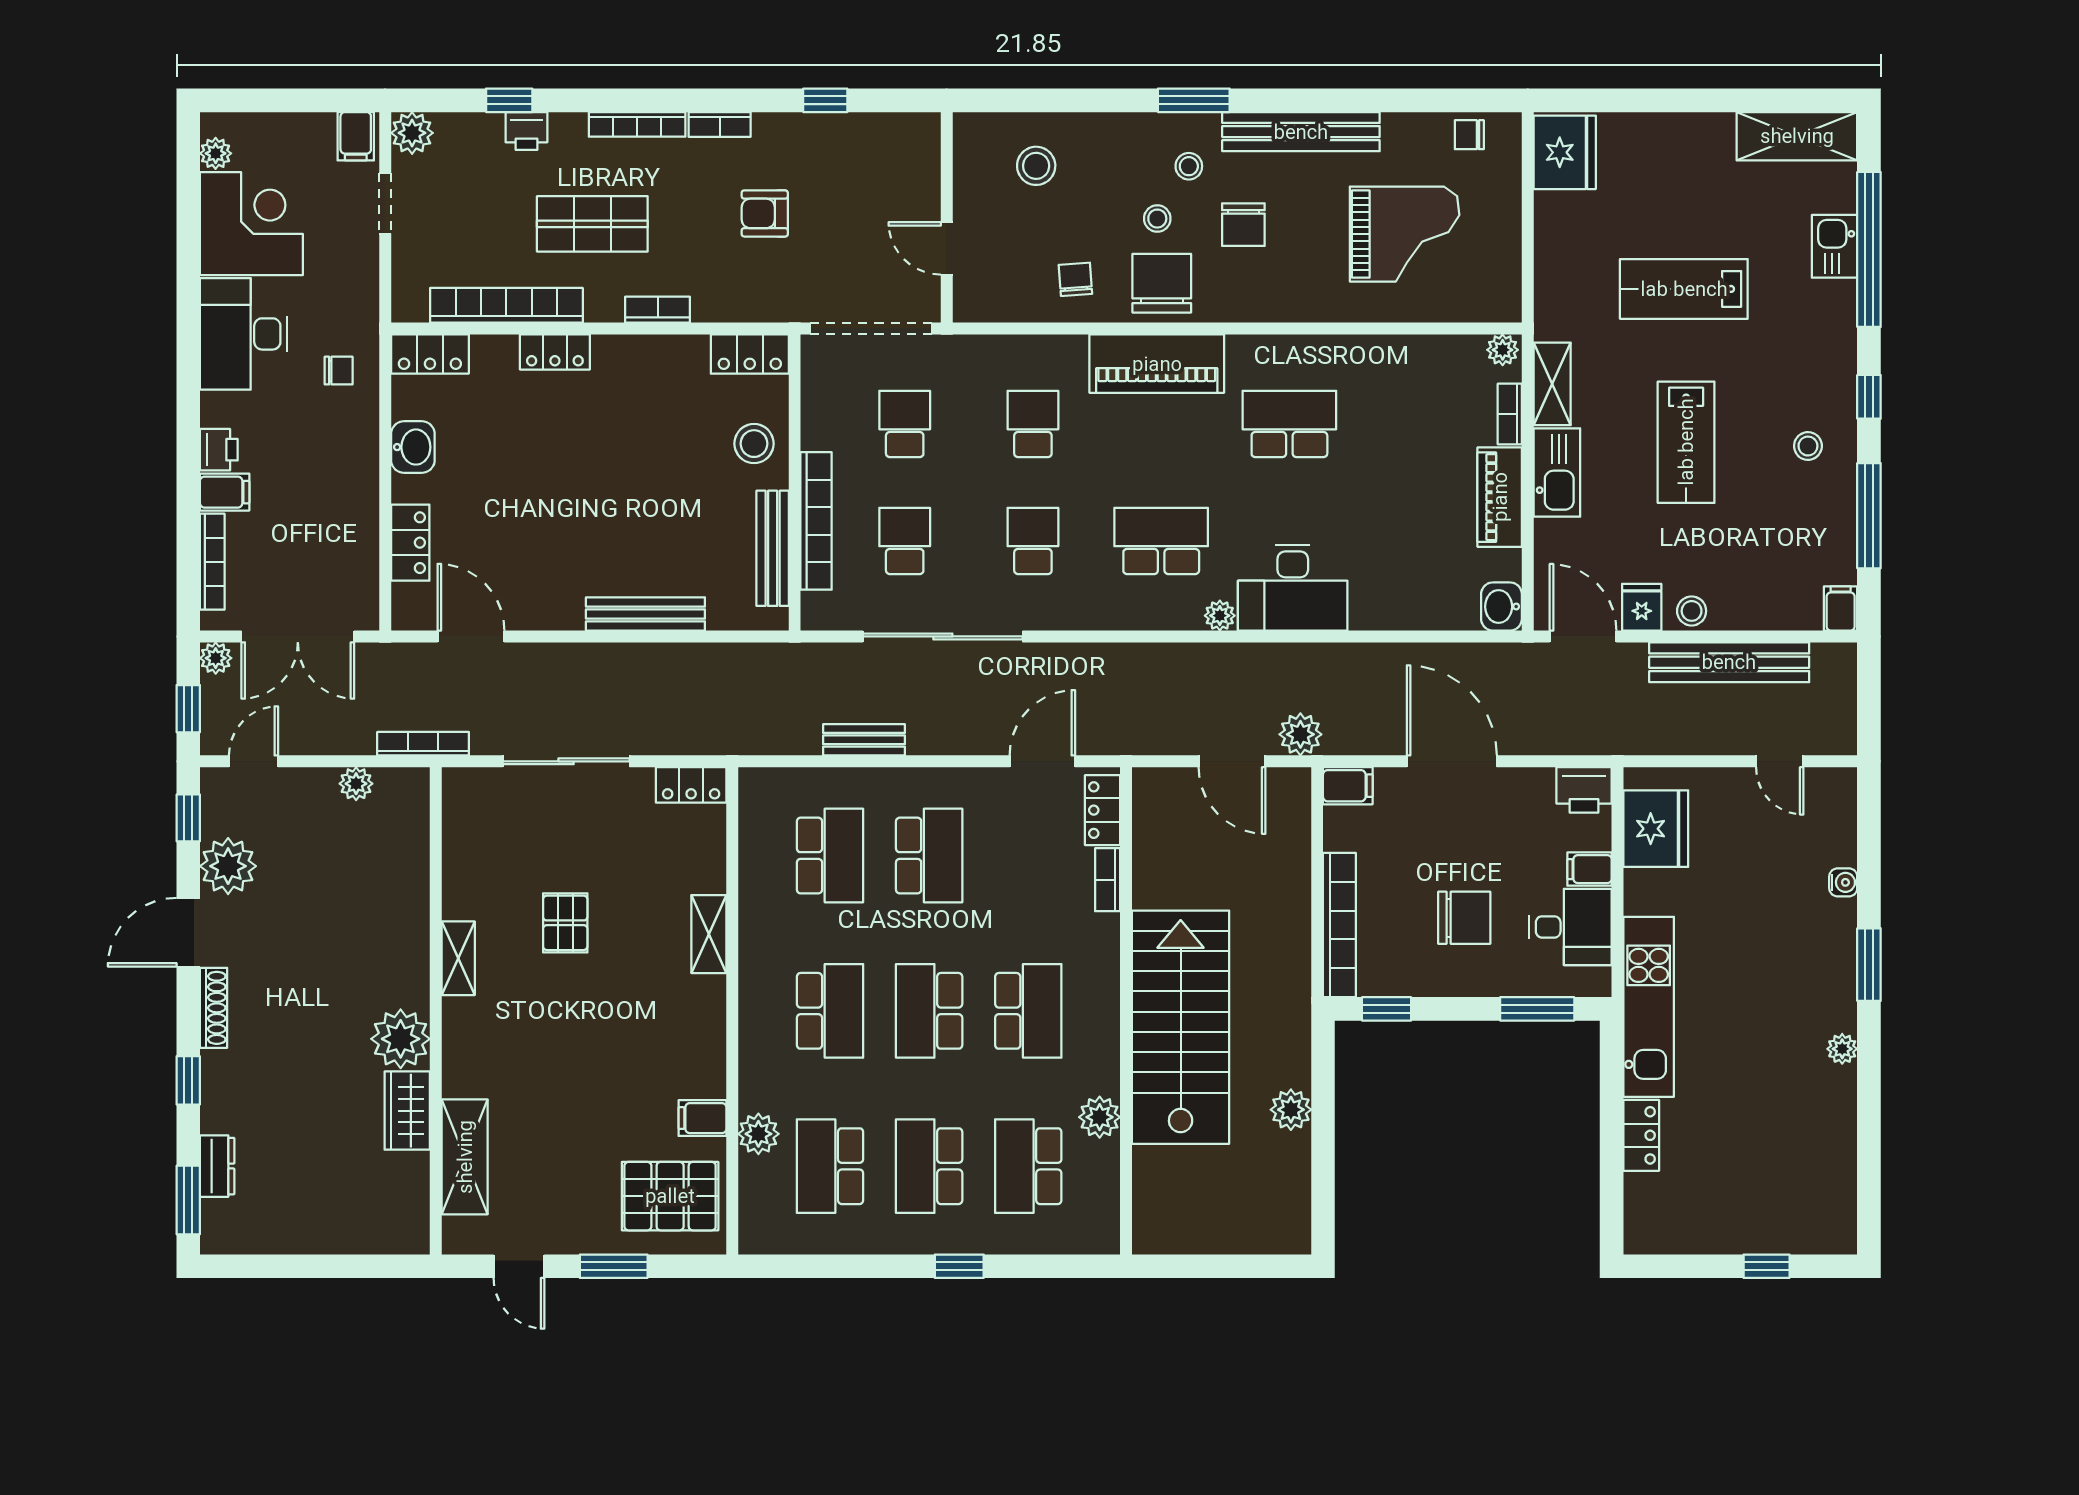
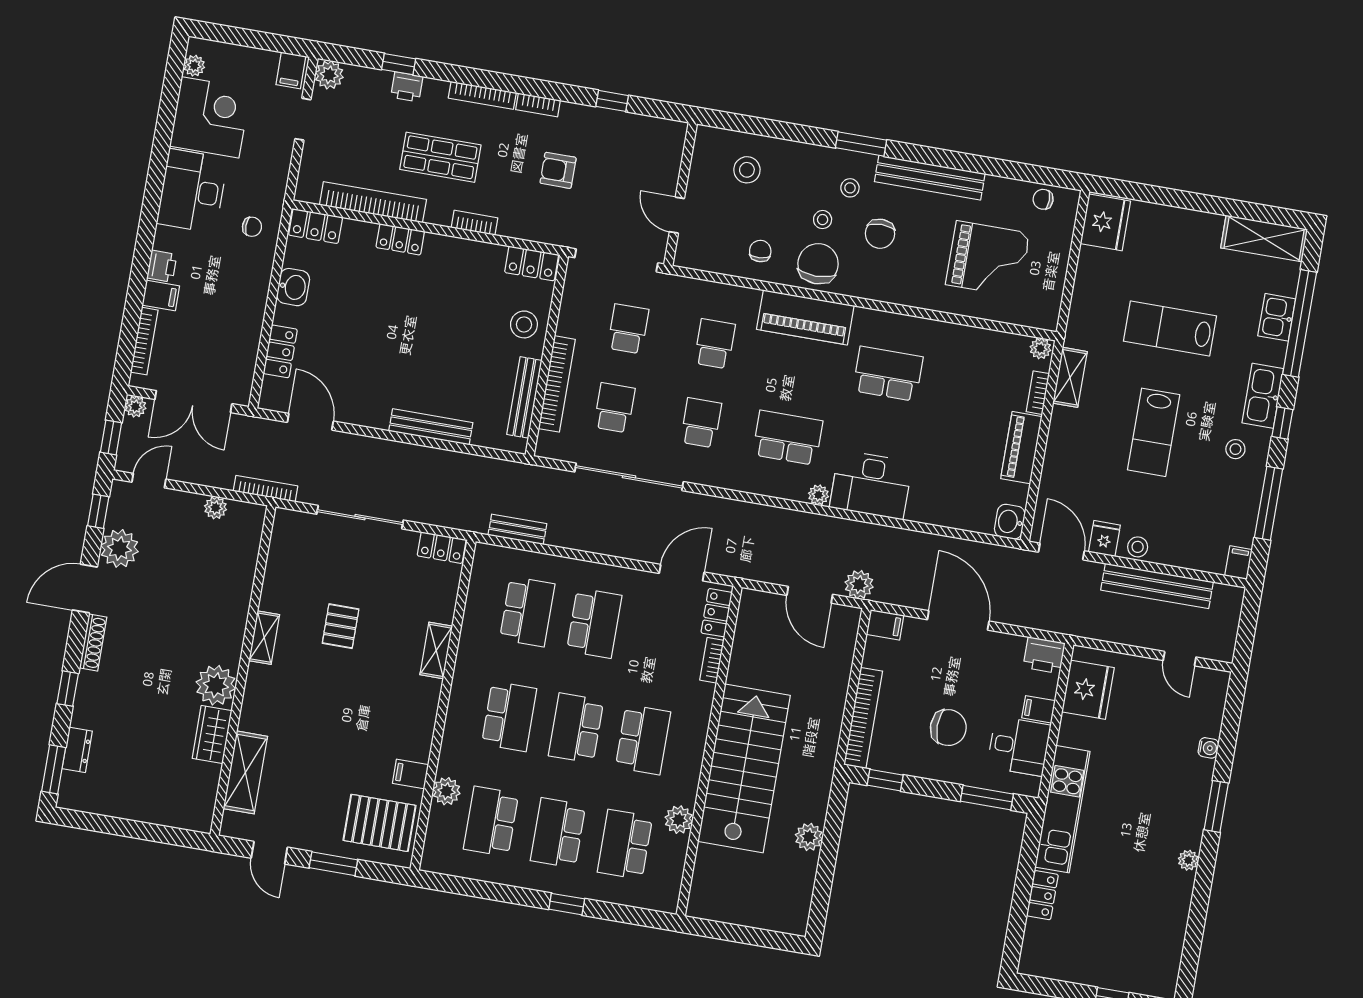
kitchen sink: (1557, 473) -> (1263, 396), moved, turned 180
bench: (864, 740) -> (517, 529), moved

